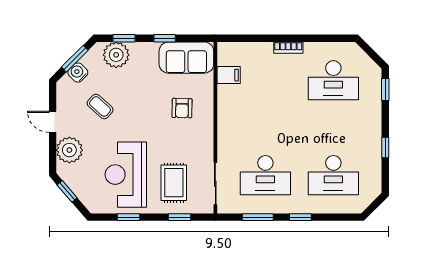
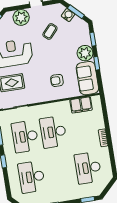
plant: (116, 55) -> (85, 53), moved
filing cabinet: (229, 75) -> (81, 105), width x2.00
desk: (265, 128) -> (53, 132), added

